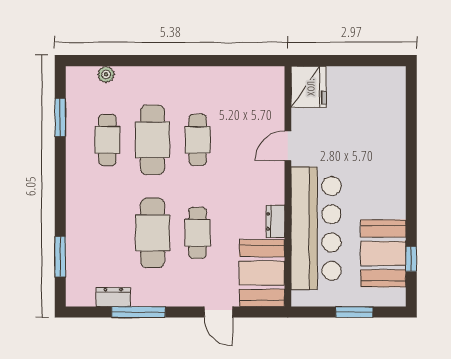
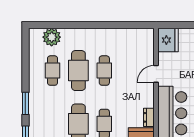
plant: (106, 74) -> (52, 37), width x1.88, depth x1.88
window: (60, 117) -> (25, 103), moved

